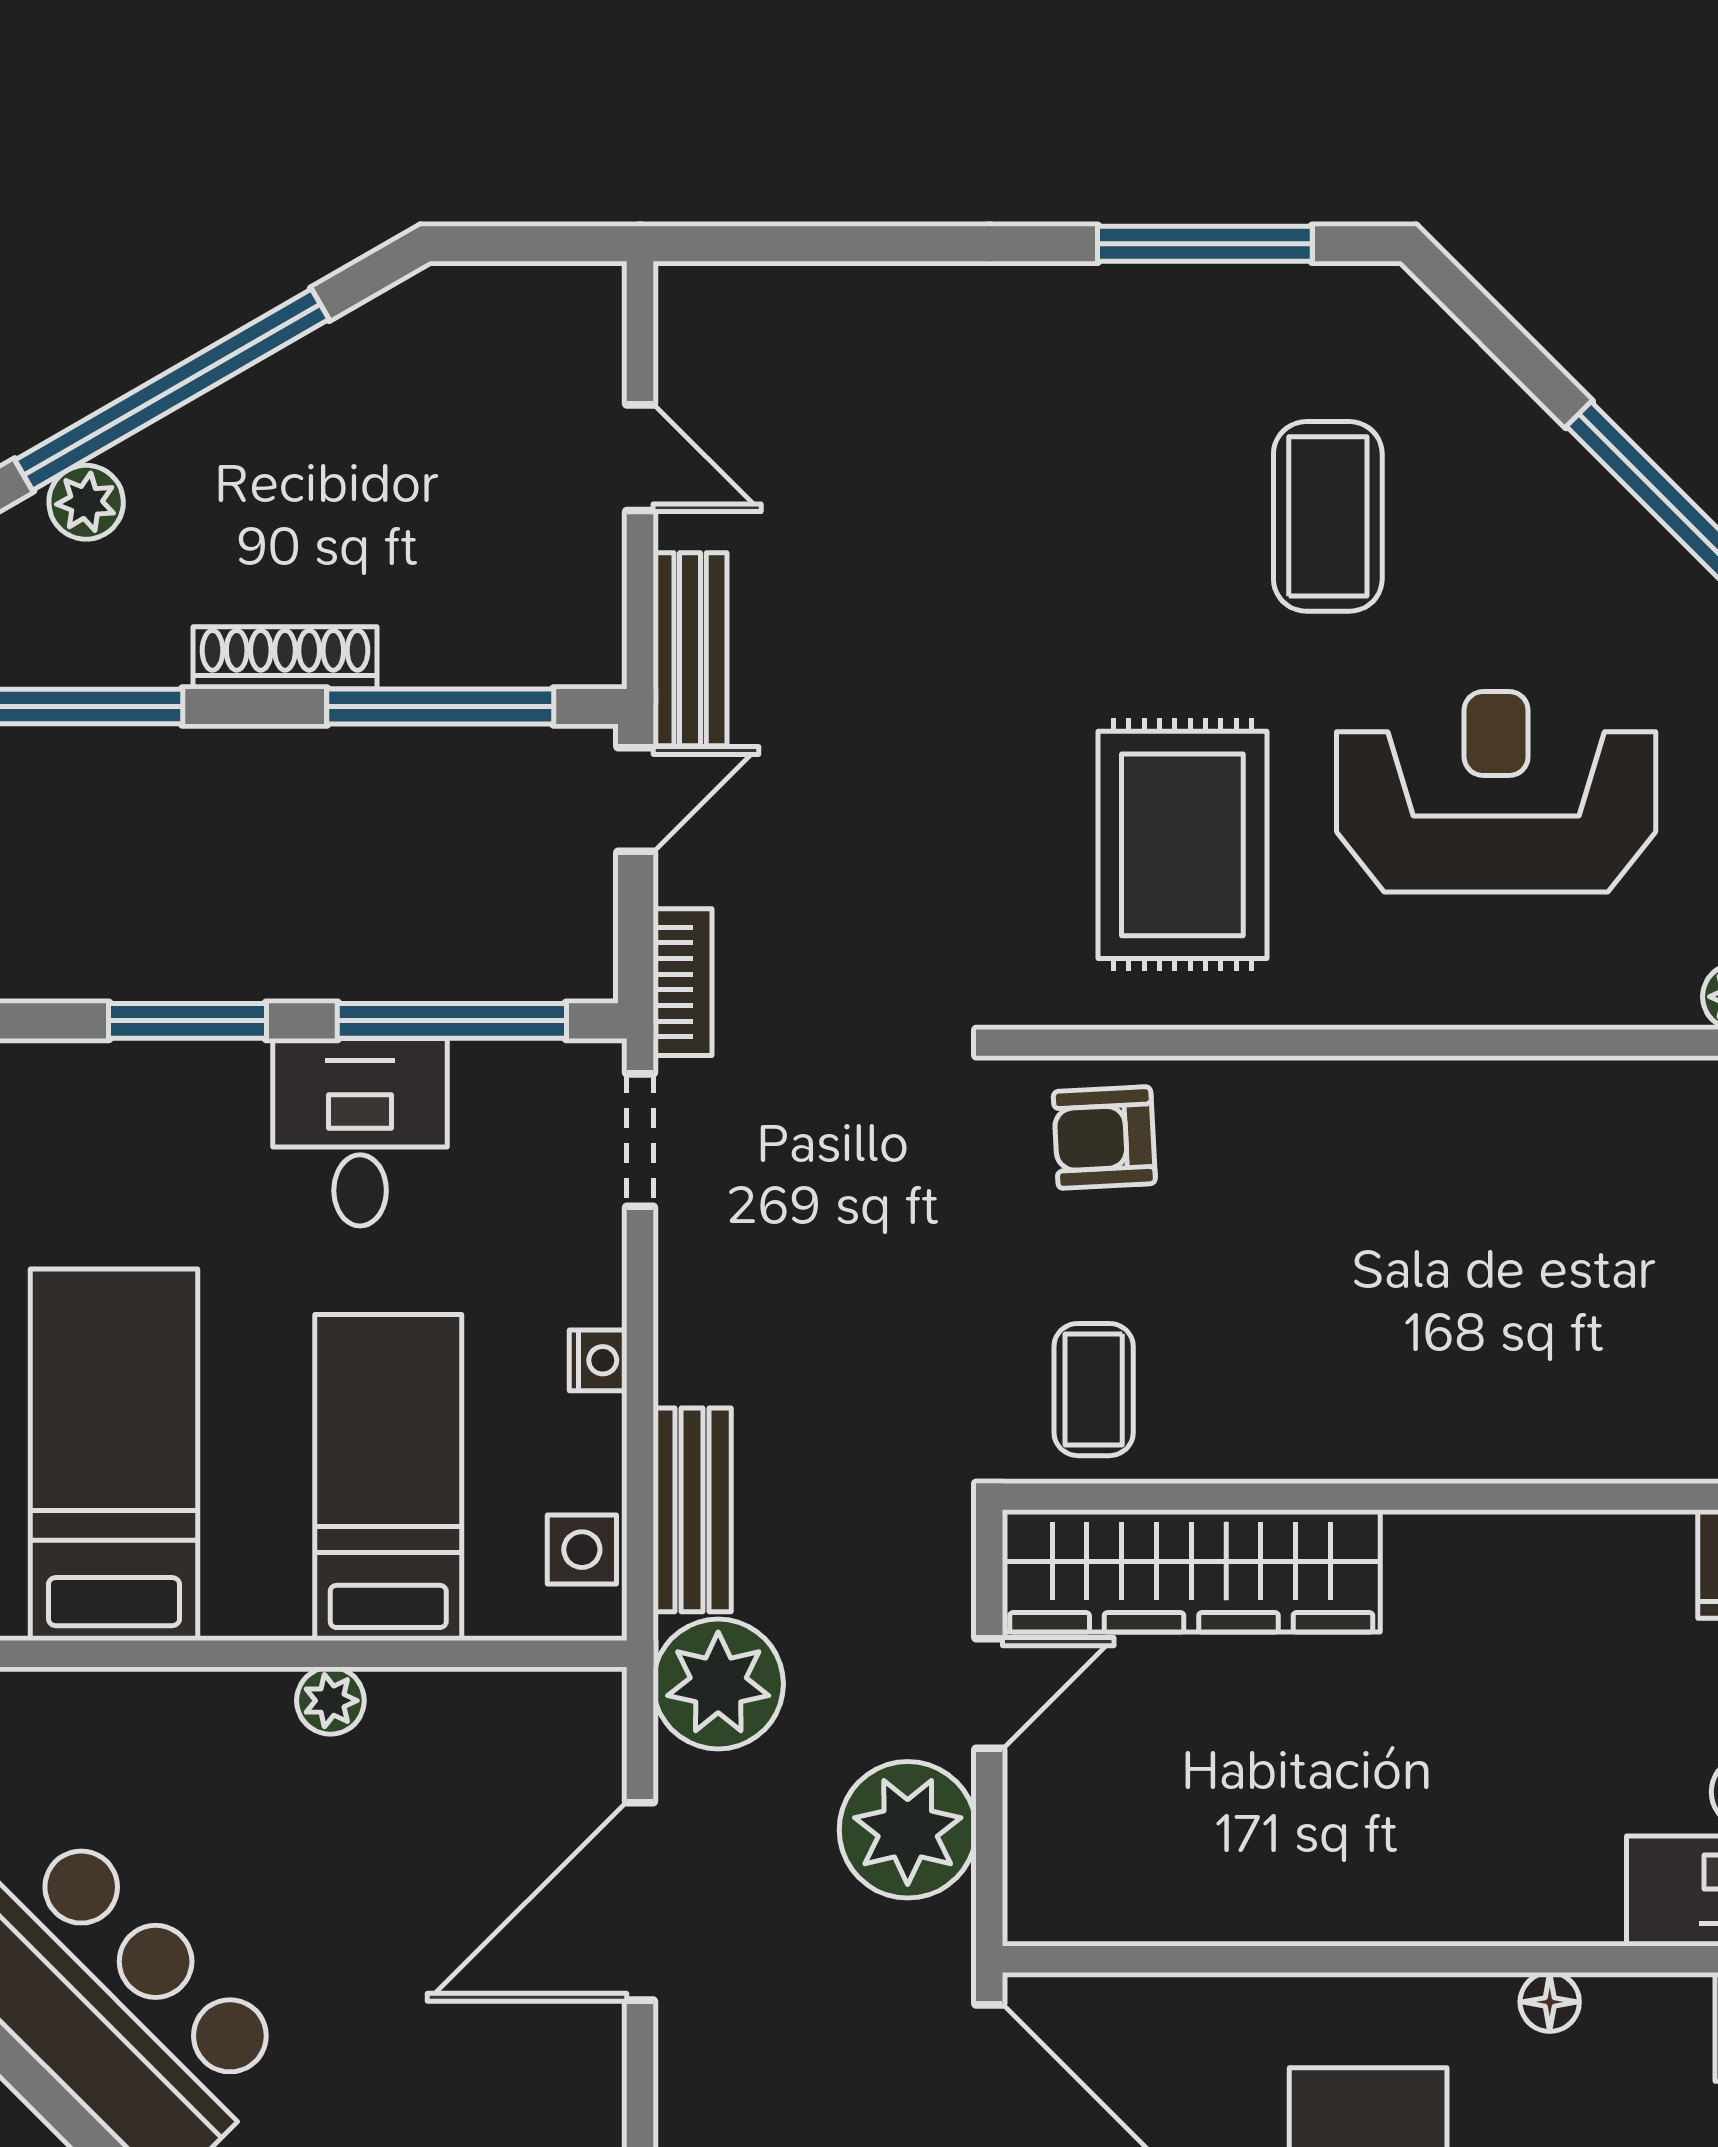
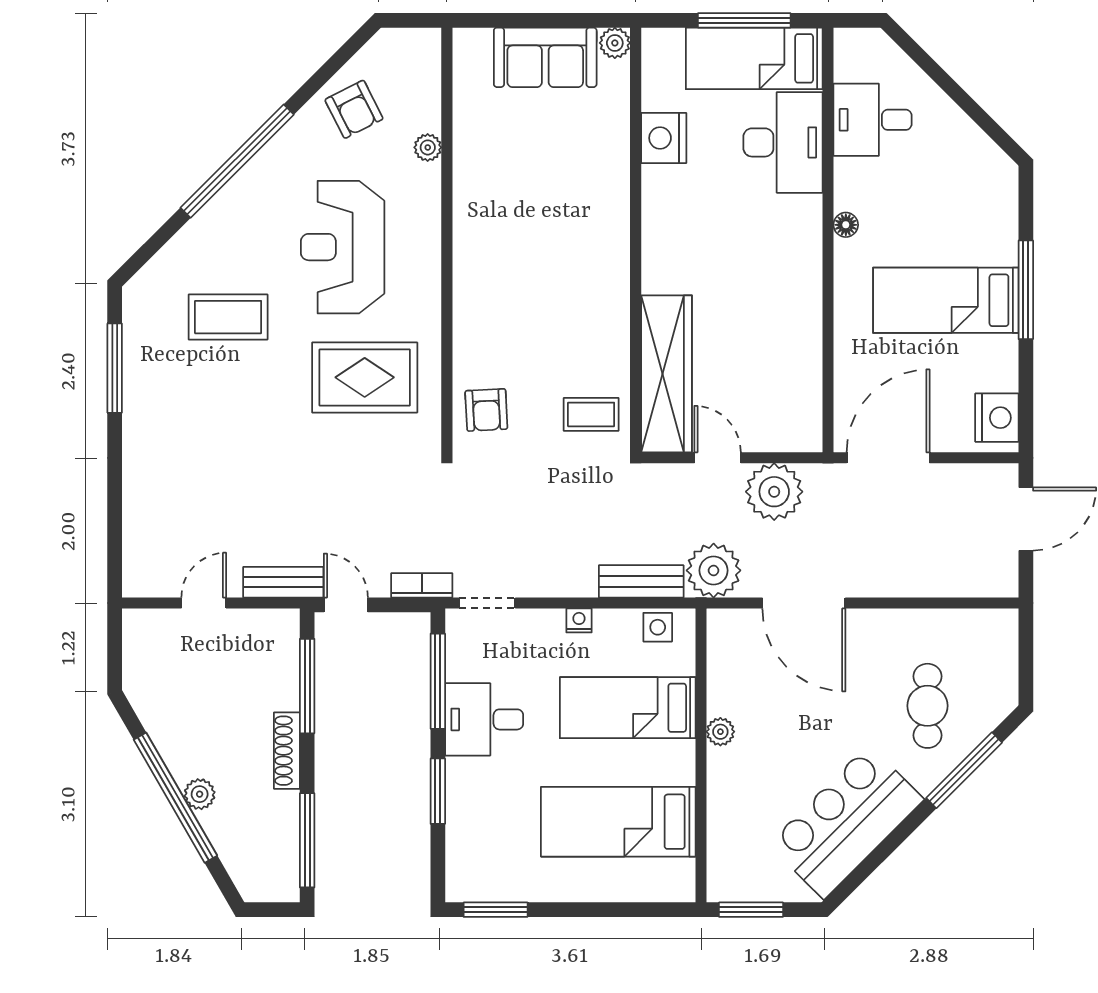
plant: (86, 502) -> (200, 794), moved

